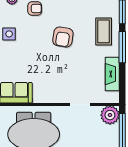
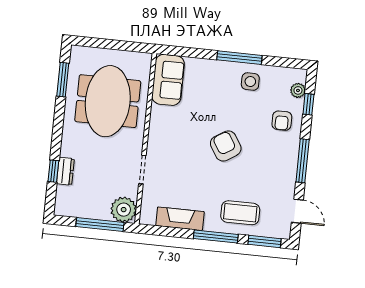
armchair: (63, 37) -> (226, 146), moved, turned 49

